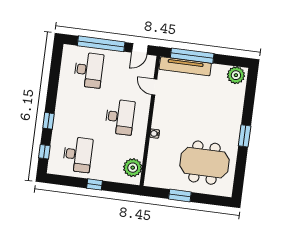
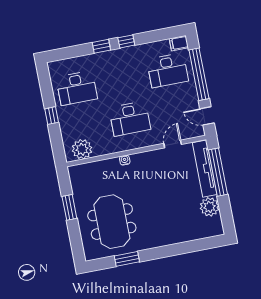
filing cabinet: (68, 52) -> (179, 43), added
plant: (236, 75) -> (210, 207), moved
window: (245, 136) -> (127, 259), moved
window: (44, 152) -> (126, 41), moved

